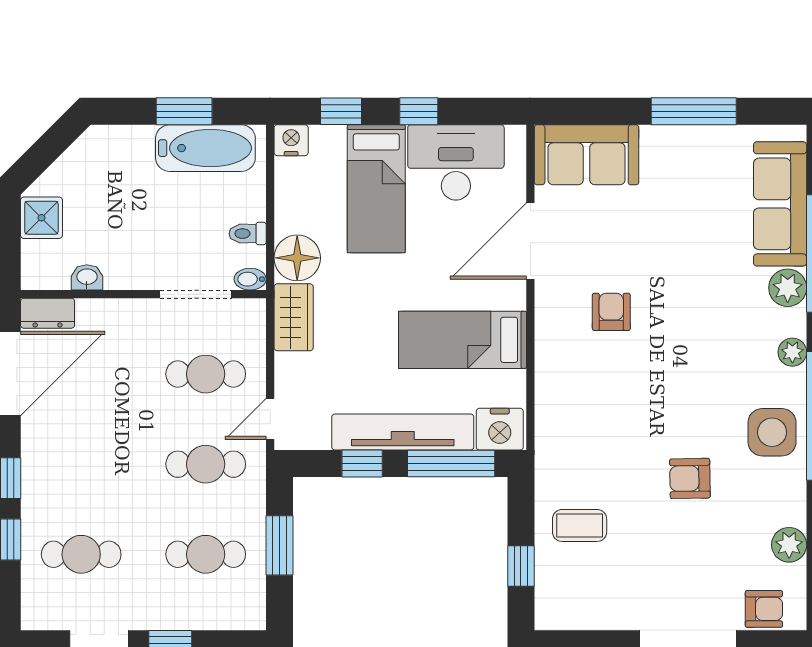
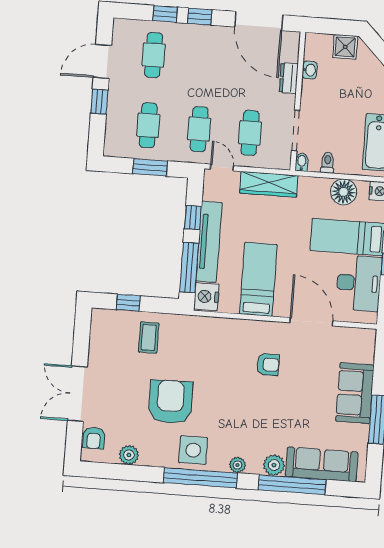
sofa: (587, 155) -> (355, 393), moved
floor lamp: (297, 258) -> (344, 192), moved
dresser: (48, 313) -> (289, 78), moved
wardrobe: (294, 317) -> (269, 184), width x1.50
armchair: (690, 478) -> (171, 402), width x1.88, depth x1.88

